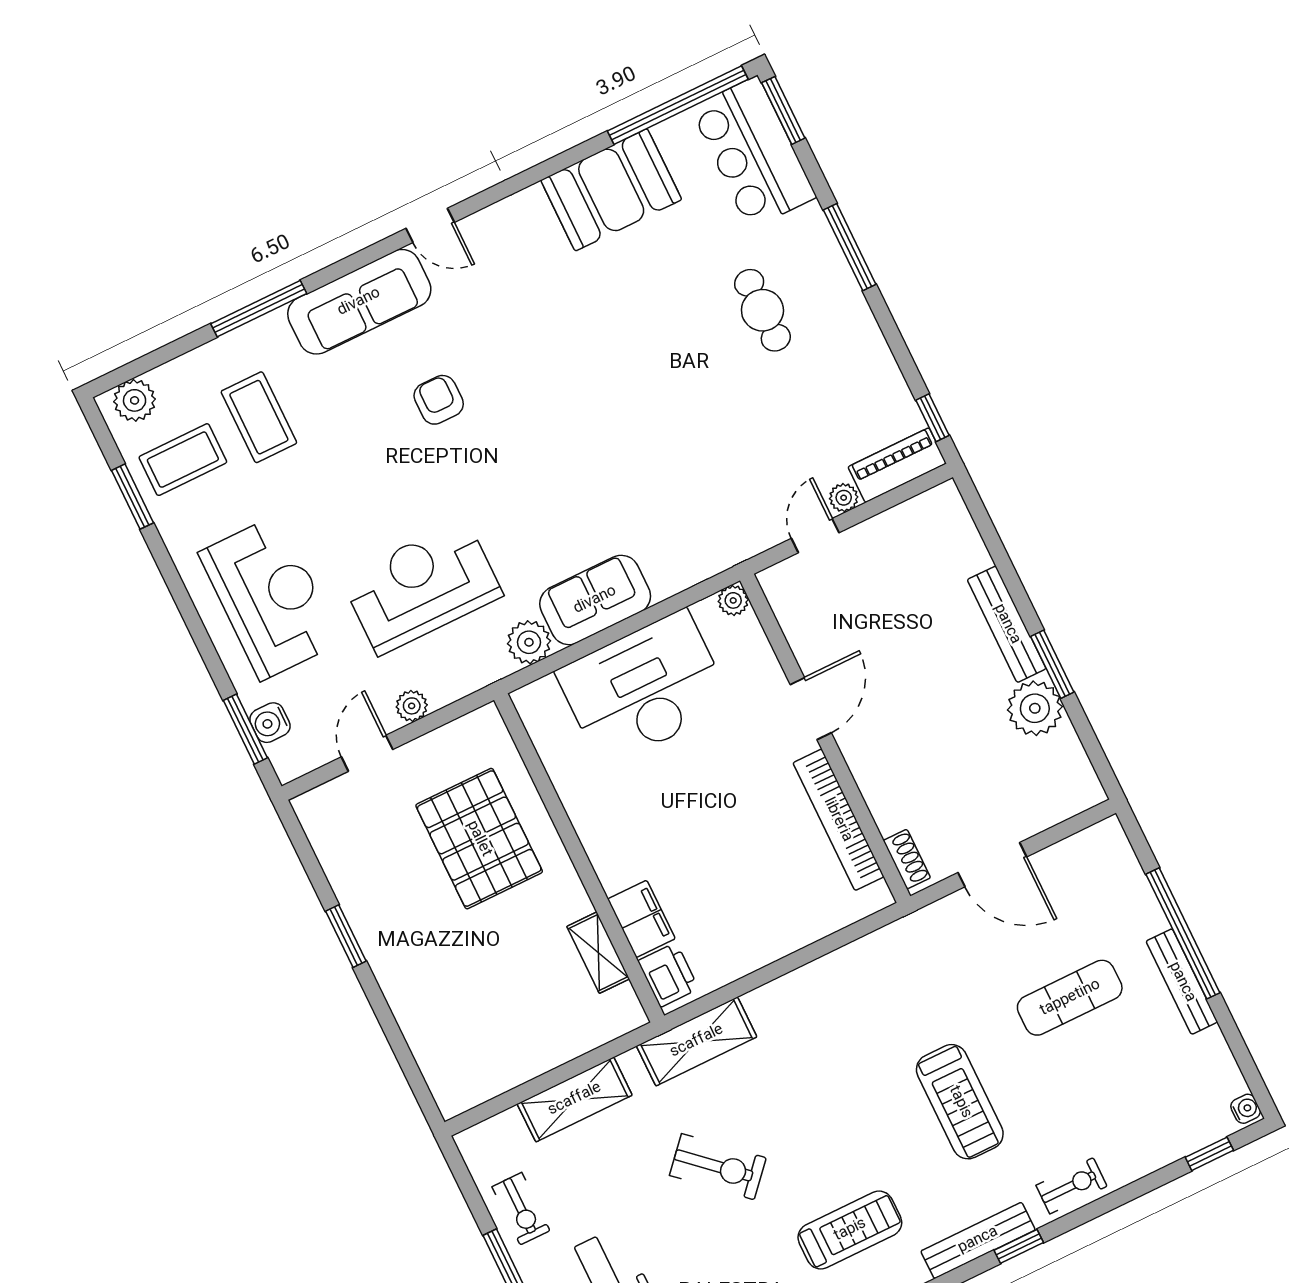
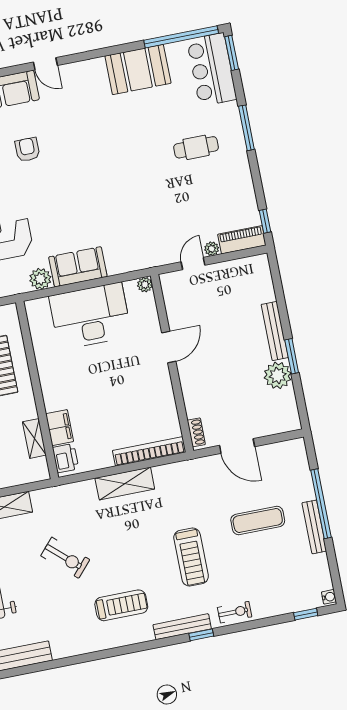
cafe table: (762, 310) -> (196, 147), turned 90
bookcase: (838, 820) -> (149, 451), moved, turned 90
shelving: (697, 1041) -> (125, 483), moved

